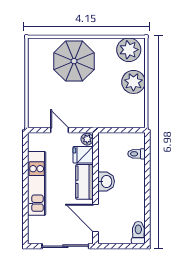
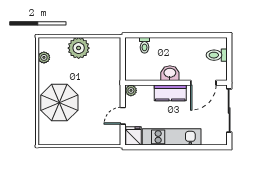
plant: (129, 50) -> (44, 57), width x0.53, depth x0.53
fridge: (83, 155) -> (133, 136), moved, turned 180
toilet: (138, 233) -> (217, 55), moved

